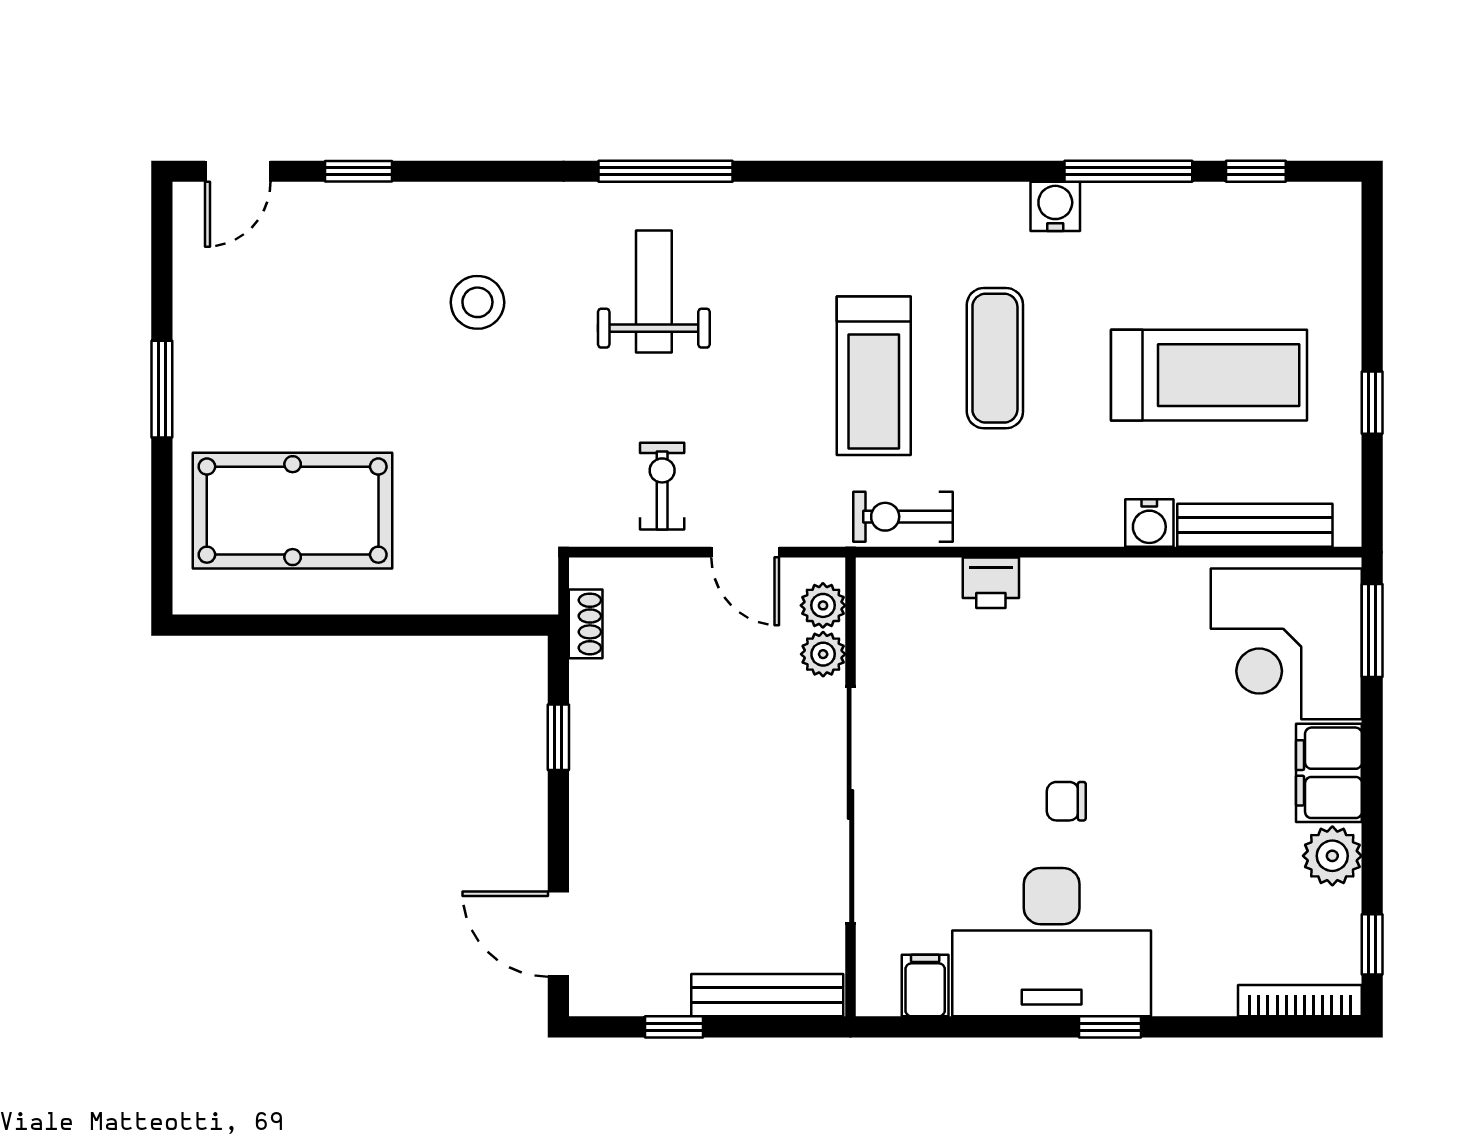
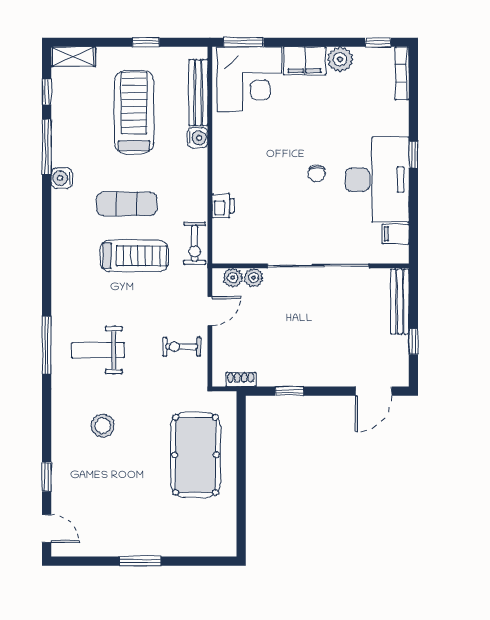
shelving: (1339, 233) -> (73, 57), added
pool table: (293, 511) -> (196, 455), moved

